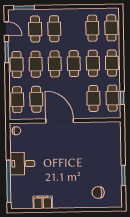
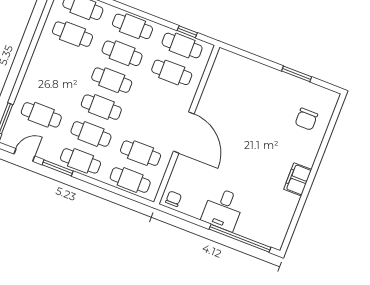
cafe table: (54, 29) -> (52, 88), removed
door: (60, 121) -> (184, 132), swing flipped
filing cabinet: (43, 202) -> (298, 179), moved

